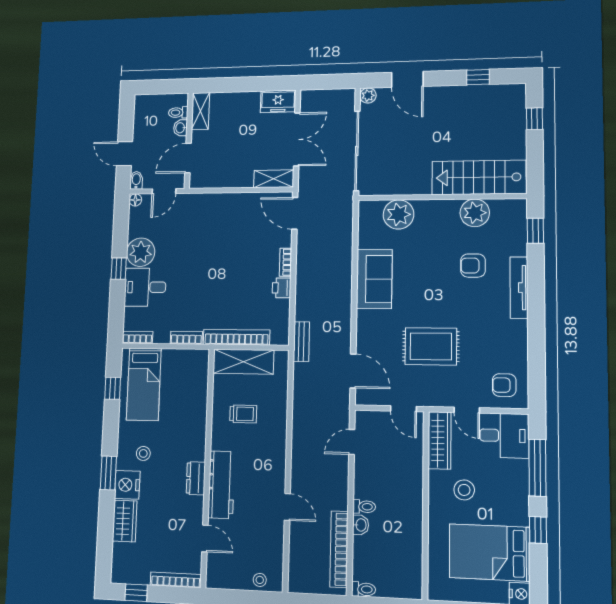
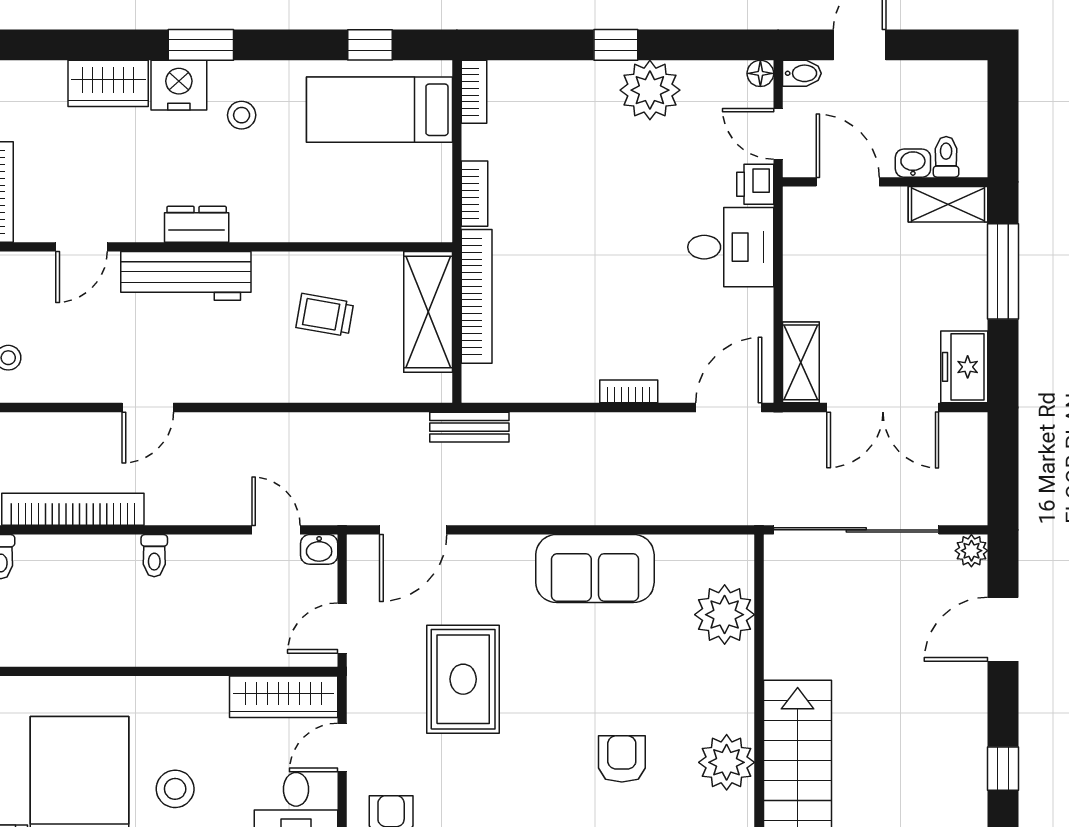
window: (233, 85) -> (1003, 271), added
desk: (145, 287) -> (731, 247), moved, turned 90
printer: (282, 288) -> (755, 184), moved, turned -90
trolley: (243, 414) -> (325, 315), turned 100
stool: (464, 490) -> (175, 789), moved
washbasin: (361, 525) -> (319, 549), moved

